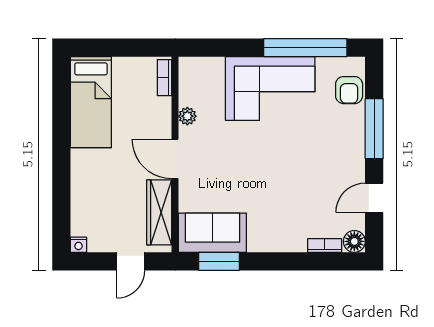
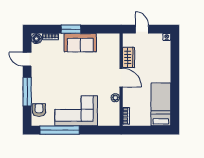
door: (374, 198) -> (27, 59), swing flipped
wardrobe: (159, 212) -> (129, 57), width x0.67
sofa: (212, 233) -> (80, 43), moved
door: (131, 261) -> (142, 29), hinge flipped
window: (219, 261) -> (71, 29), moved

